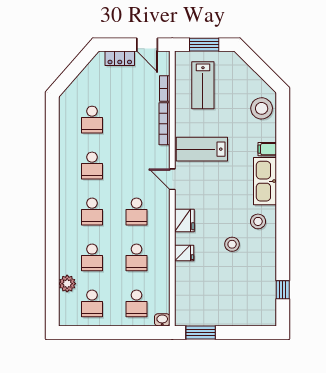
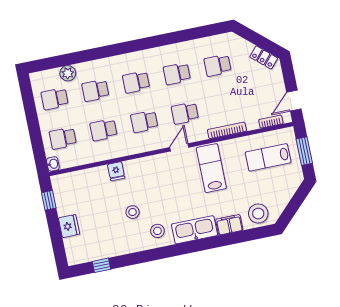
locker: (120, 58) -> (264, 57), moved, turned -49
bookcase: (165, 89) -> (271, 122), moved
filing cabinet: (267, 149) -> (229, 225), width x2.00
school desk: (137, 166) -> (185, 113), added
fridge: (184, 220) -> (69, 226), moved, turned -90
window: (201, 332) -> (49, 200), width x0.67

